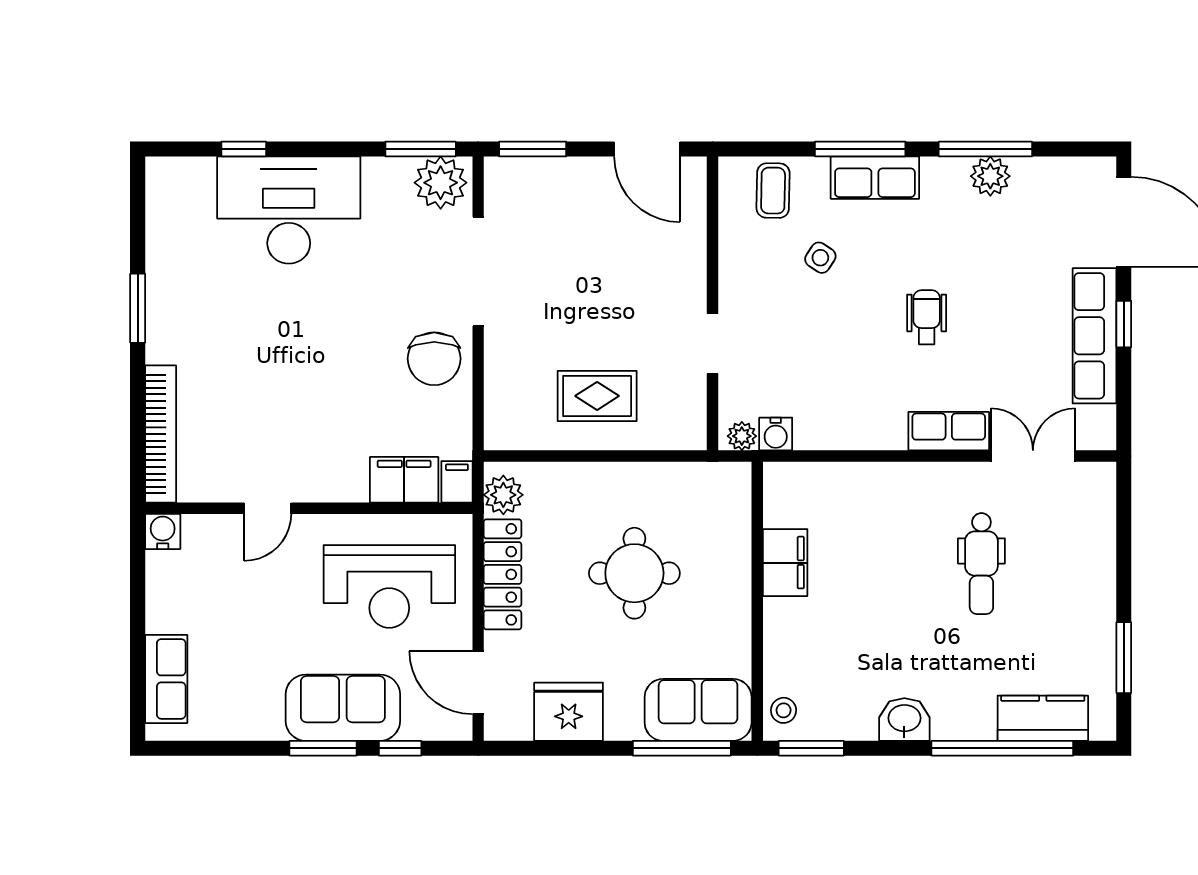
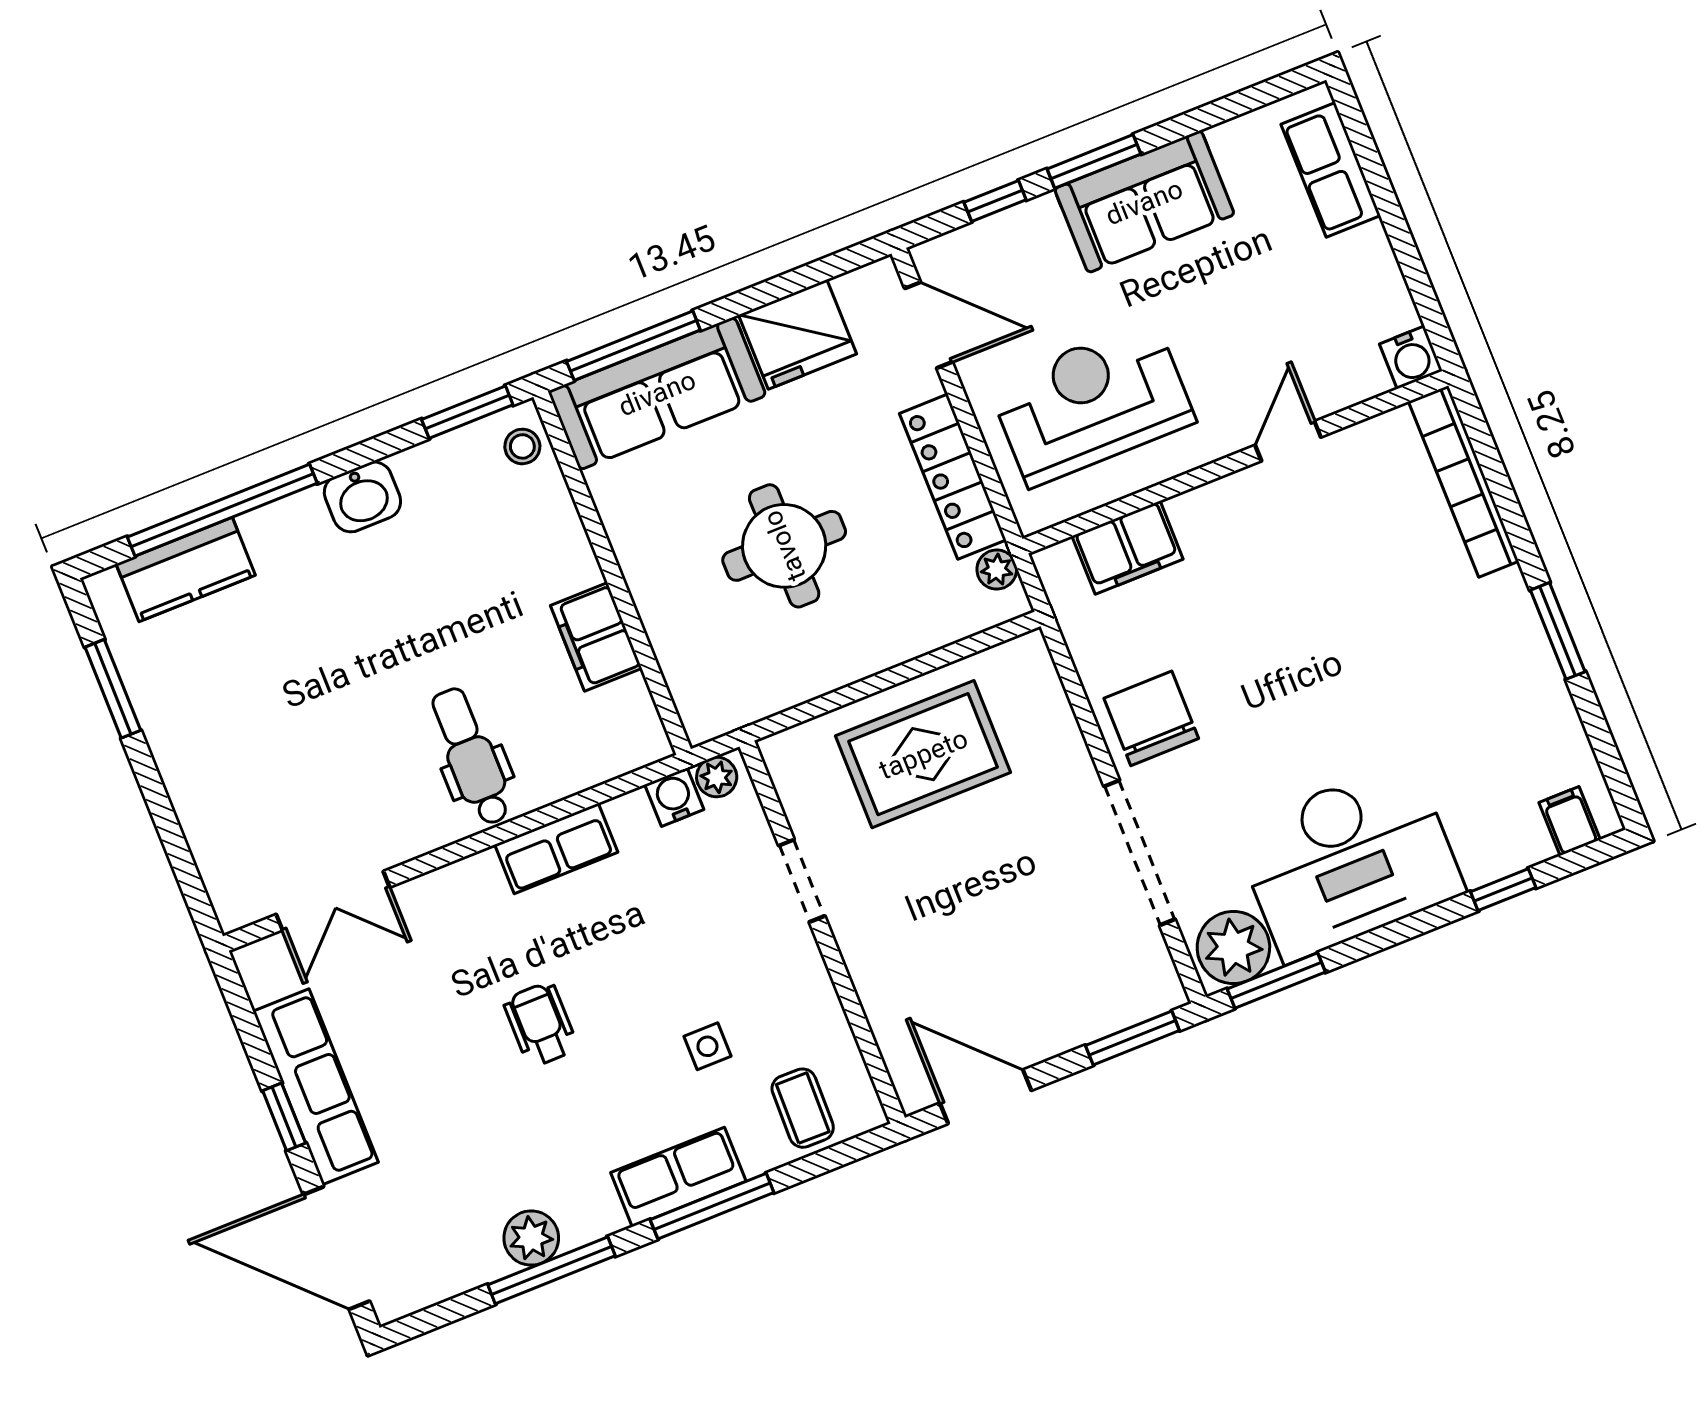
desk: (289, 210) -> (1349, 861), moved
side table: (820, 258) -> (707, 1046), turned -33
wheelchair: (927, 317) -> (541, 1024), turned 180
rug: (597, 396) -> (923, 754), width x1.36, depth x1.43
row of seats: (949, 431) -> (556, 848), moved
filing cabinet: (457, 482) -> (1570, 821), moved, turned 180
plant: (503, 495) -> (997, 570), width x0.73, depth x0.73
dental chair: (981, 564) -> (471, 757), moved
sofa: (343, 708) -> (1144, 202), moved
sofa: (698, 710) -> (657, 393), width x1.36

